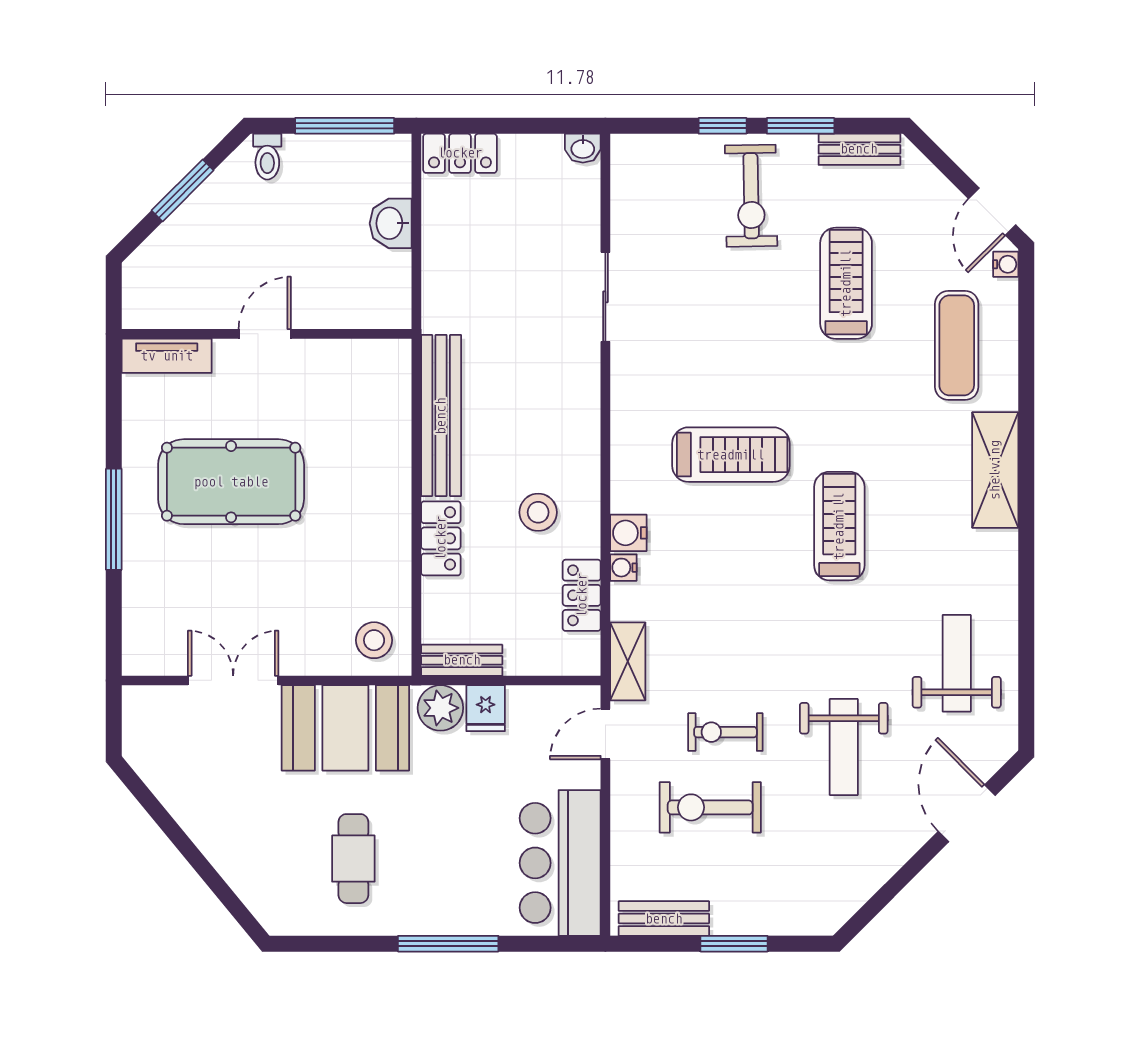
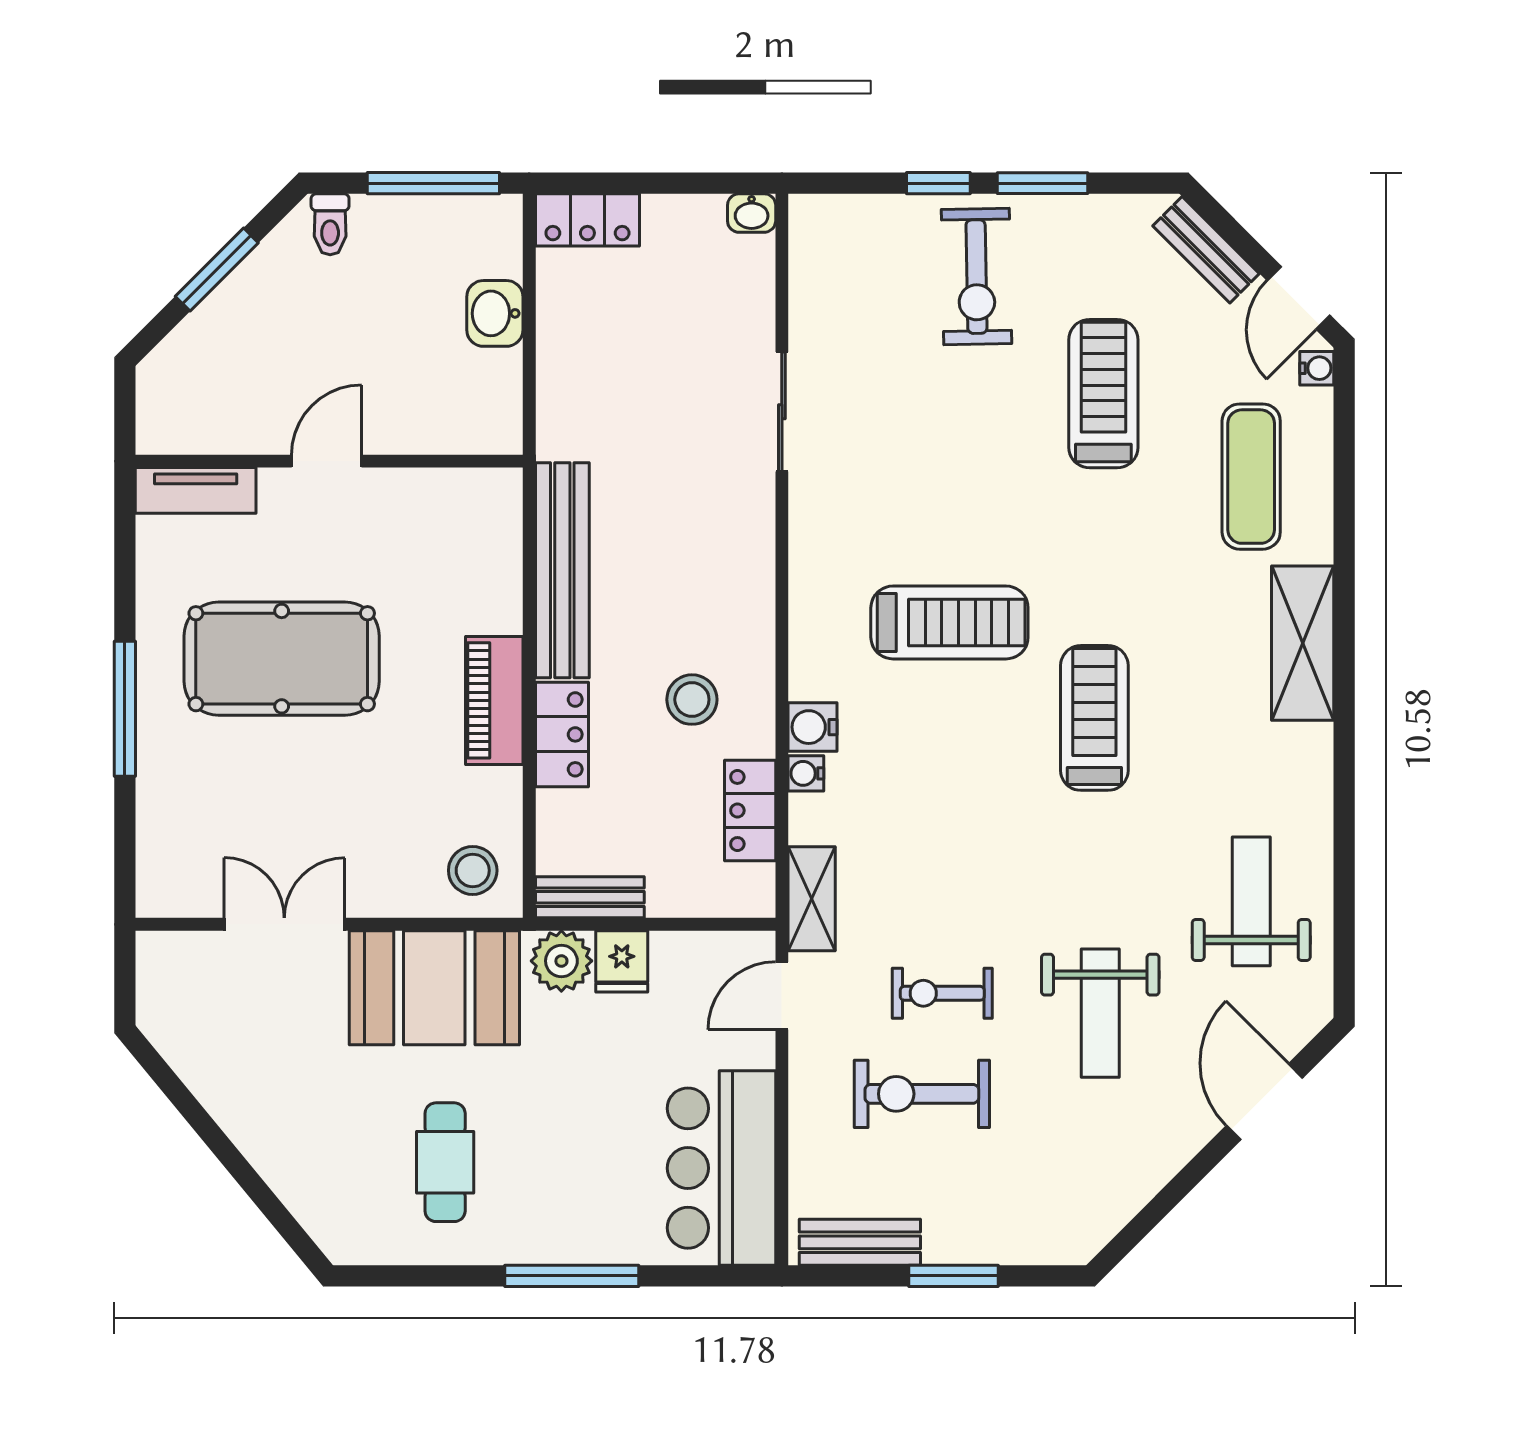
bench: (859, 149) -> (1206, 250), moved, turned 45
piano: (390, 513) -> (494, 700), added

